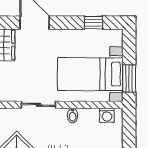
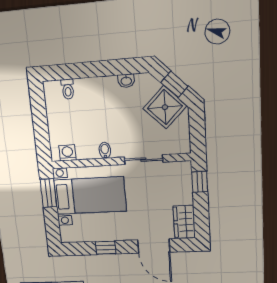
window: (93, 23) -> (106, 248), moved

